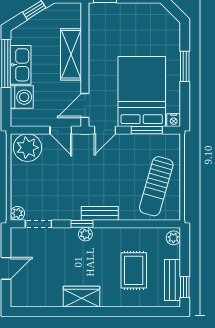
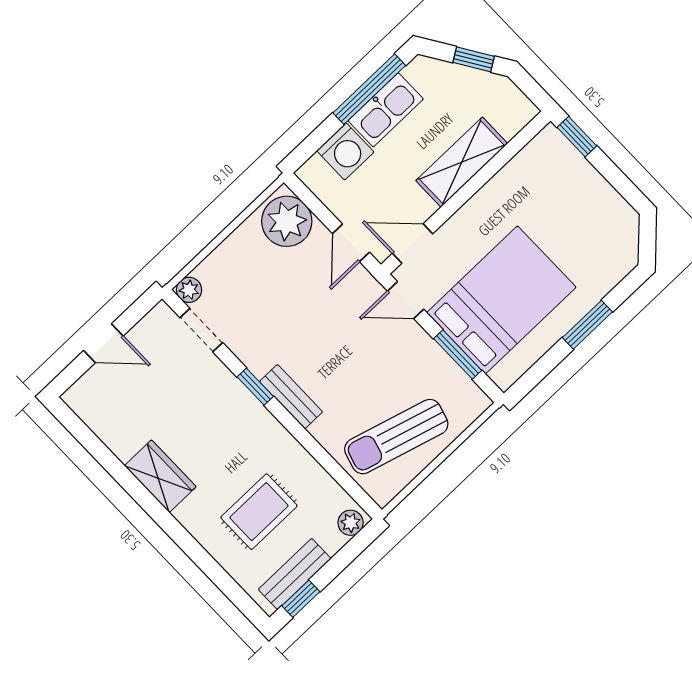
nightstand: (174, 120) -> (504, 377), removed
plant: (85, 234) -> (246, 404), removed

